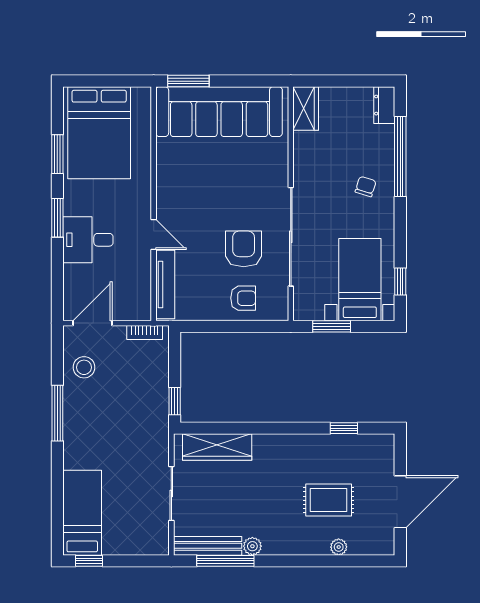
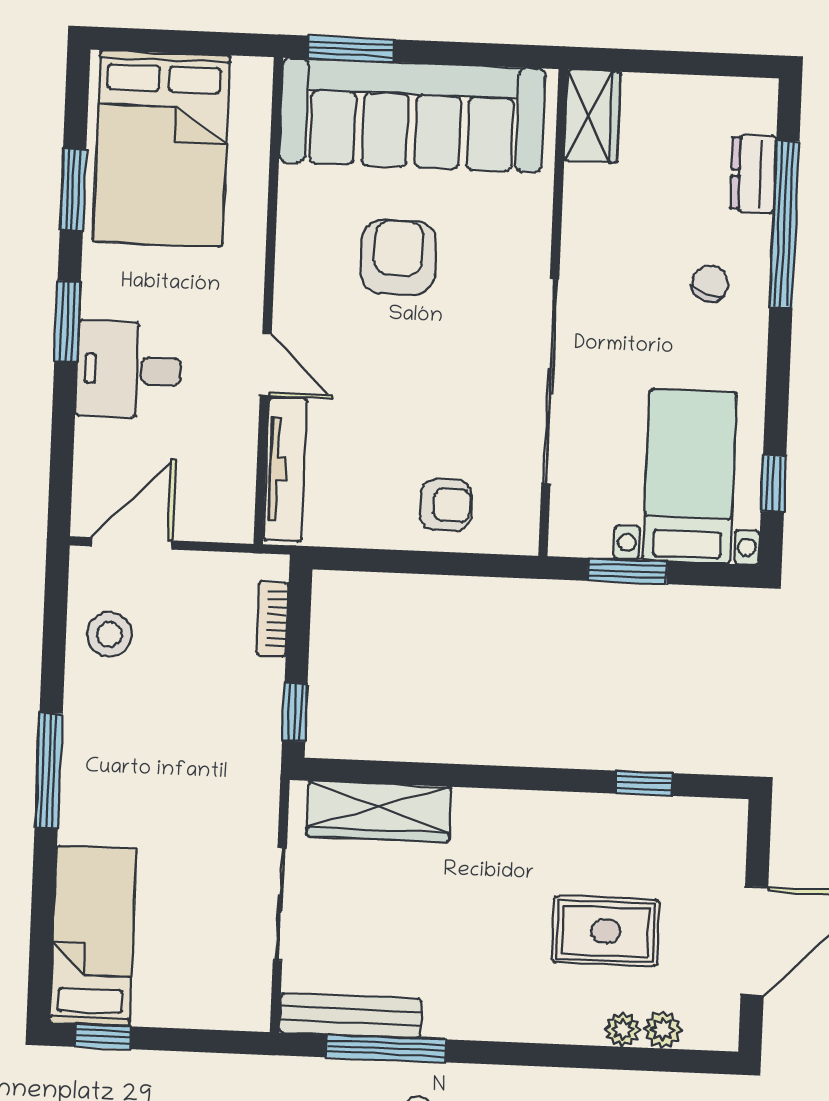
dresser: (384, 105) -> (753, 174), moved
armchair: (244, 249) -> (398, 257), moved
bookcase: (145, 332) -> (272, 619), moved, turned 90
window: (57, 413) -> (49, 771), moved
plant: (252, 546) -> (663, 1030), moved

